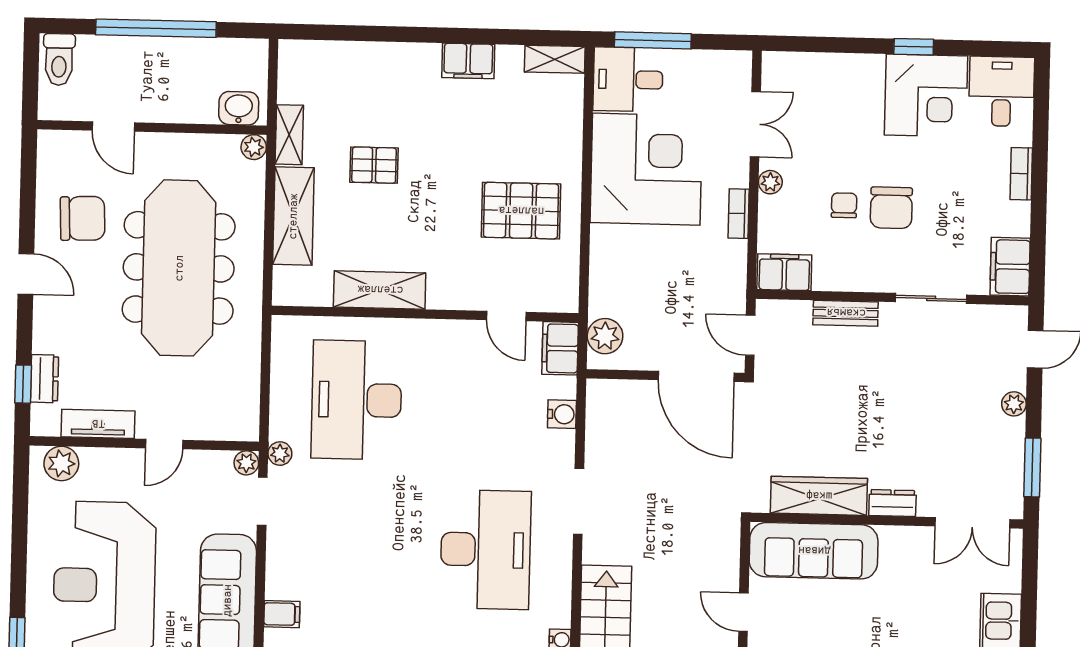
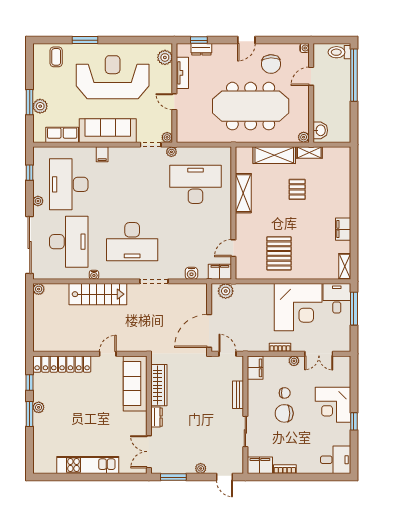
window: (156, 28) -> (354, 75), moved
corner desk: (926, 95) -> (333, 405), moved
water cooler: (47, 140) -> (304, 48), added
bookcase: (1021, 174) -> (285, 469), moved
door: (750, 335) -> (228, 354), hinge flipped

